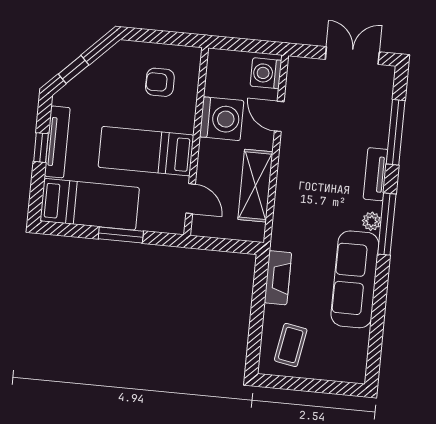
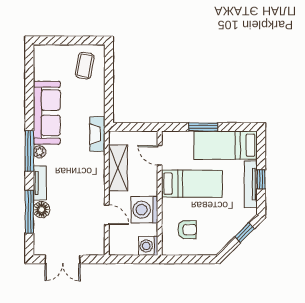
washing machine: (266, 73) -> (148, 246), moved, turned 180
floor lamp: (377, 134) -> (42, 210), added
fireplace: (278, 278) -> (97, 134), moved

